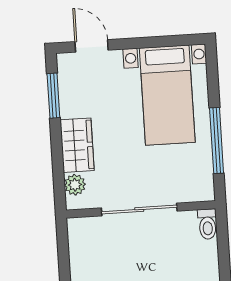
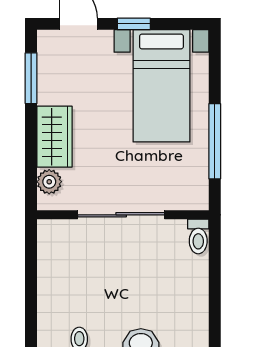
window: (140, 43) -> (134, 24), added

